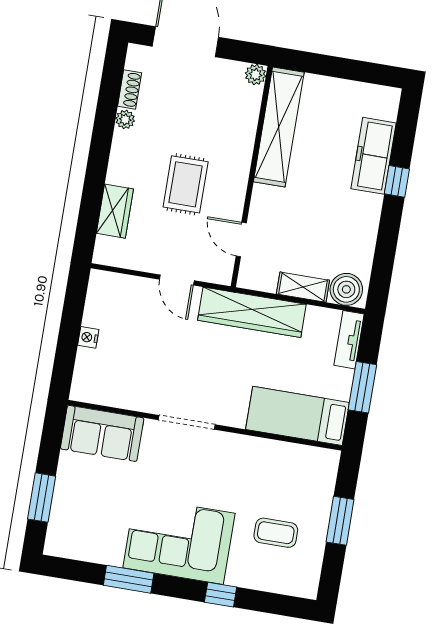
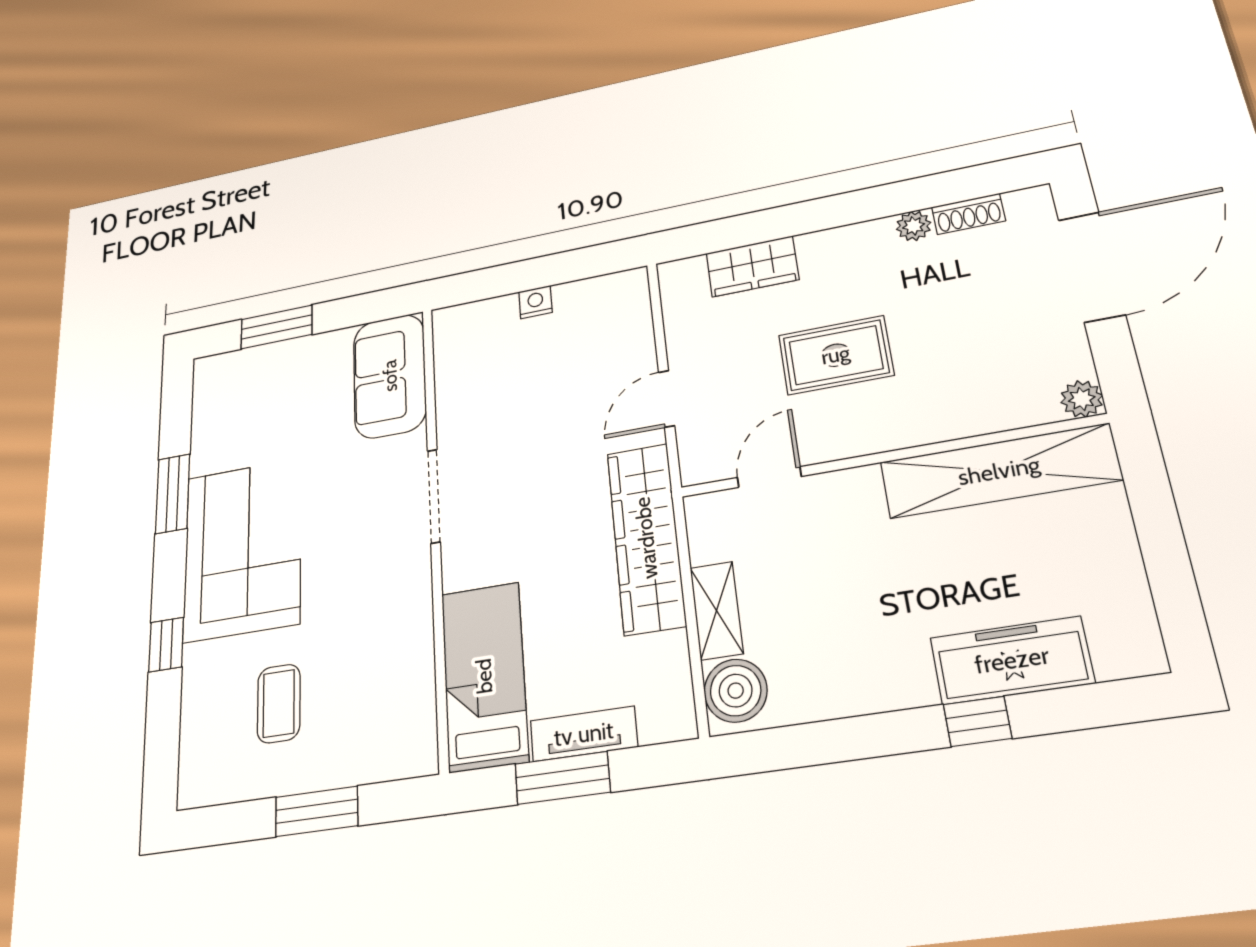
tv unit: (349, 340) -> (584, 734), moved

